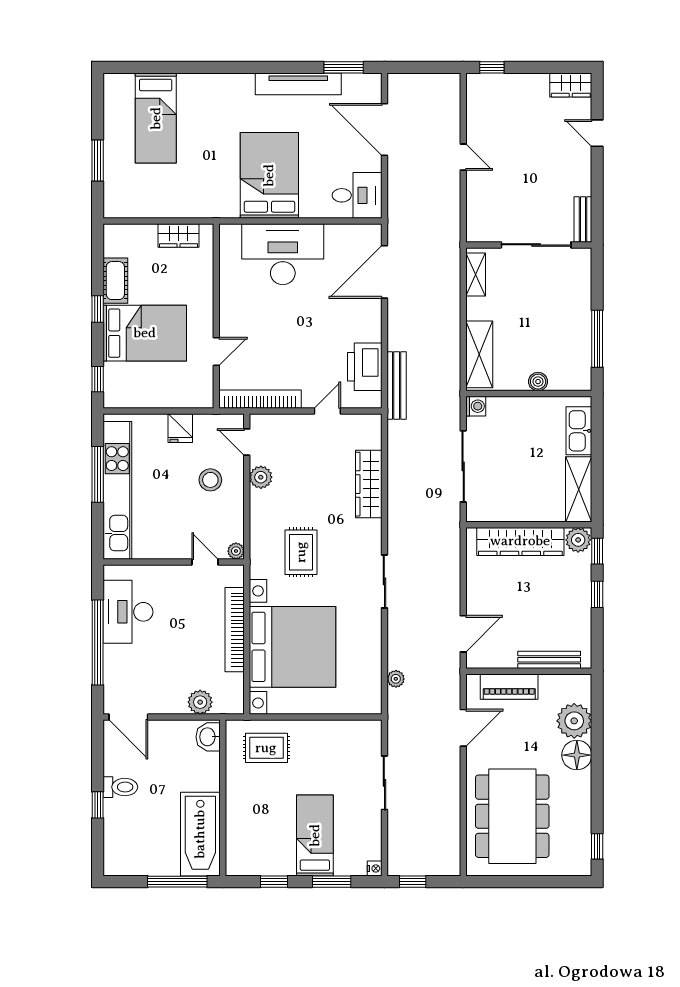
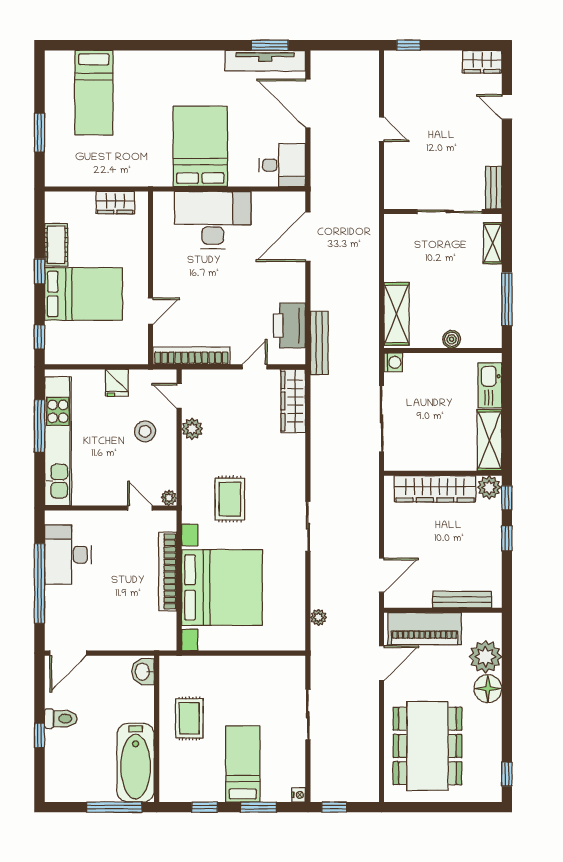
tv unit: (298, 84) -> (265, 61), moved
shelving: (476, 274) -> (493, 243), moved
wardrobe: (369, 484) -> (293, 401), moved
piano: (509, 687) -> (425, 629), width x1.37, depth x1.33
plant: (200, 702) -> (135, 639), removed
door: (128, 717) -> (68, 653), hinge flipped
rug: (266, 748) -> (189, 718), moved, turned 90

